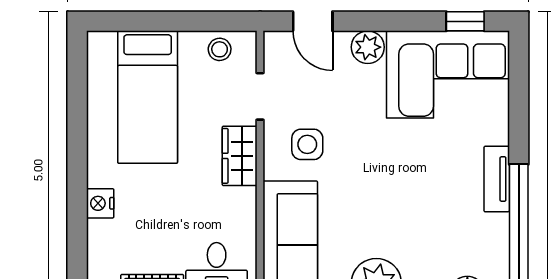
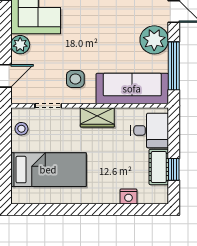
wardrobe: (240, 156) -> (97, 117), moved
nightstand: (100, 203) -> (128, 197), moved

